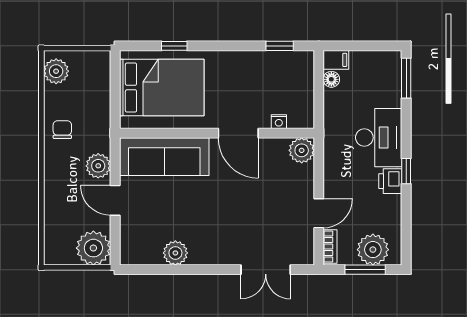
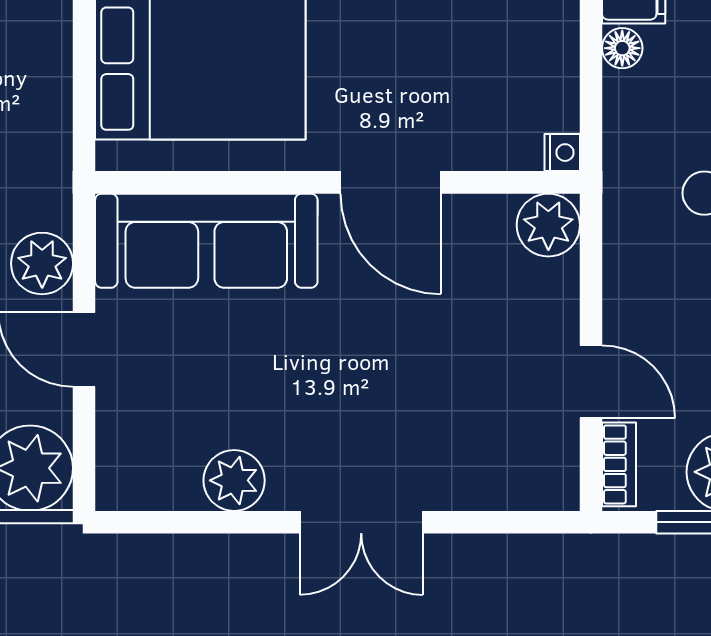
nightstand: (279, 122) -> (562, 153), moved, turned -90
door: (319, 213) -> (591, 382), hinge flipped
double door: (266, 270) -> (361, 522), moved

